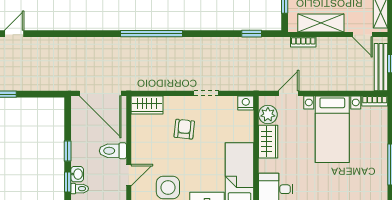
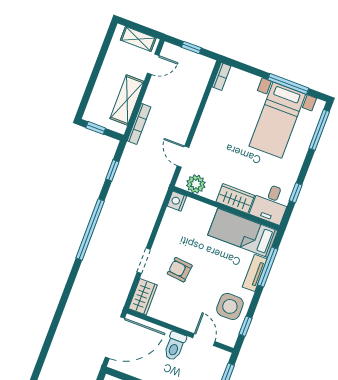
window: (152, 34) -> (90, 229), moved
bookcase: (303, 42) -> (139, 124), width x1.56
bench: (381, 67) -> (191, 58), removed
doorway: (206, 93) -> (144, 261), moved
bed with nightstands: (332, 129) -> (277, 120), moved, turned 90
wardrobe: (268, 142) -> (235, 199), moved

